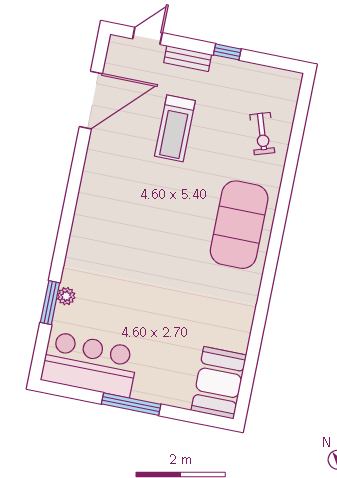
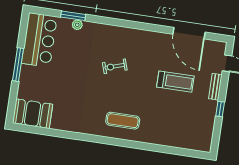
treadmill: (175, 128) -> (175, 82), turned 180
exercise bike: (262, 134) -> (115, 66), moved
exercise mat: (239, 225) -> (123, 121), width x0.50, depth x0.69

